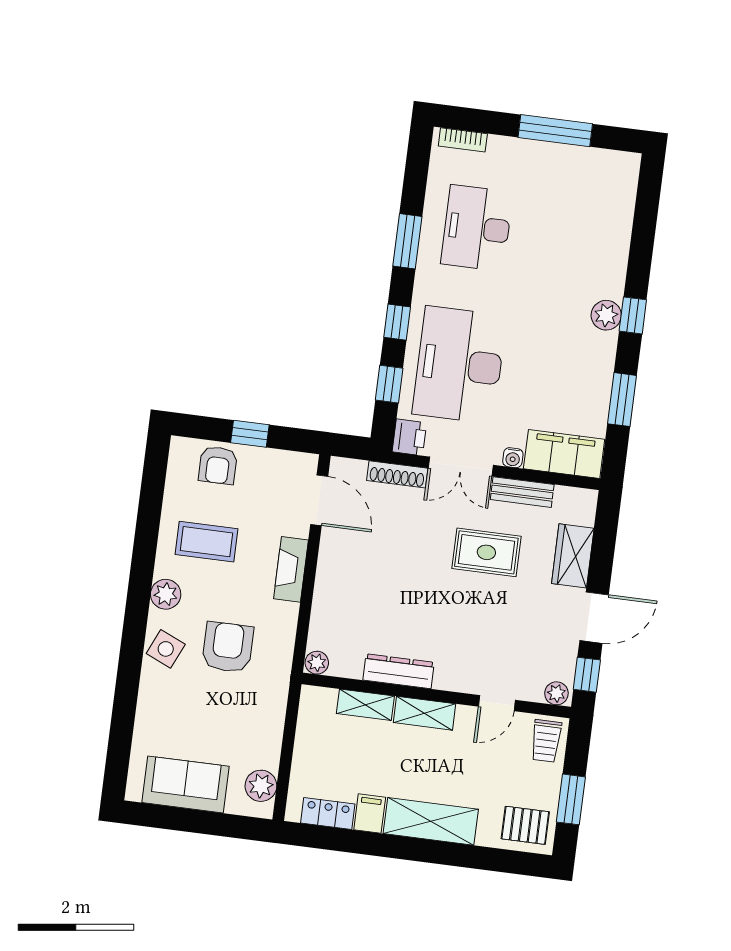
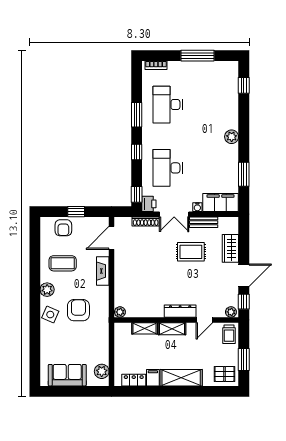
window: (633, 315) -> (244, 85), moved
desk: (459, 365) -> (168, 168), width x0.73, depth x0.77
window: (389, 384) -> (137, 194), moved
door: (319, 500) -> (112, 238), swing flipped
dresser: (399, 671) -> (180, 311), moved

